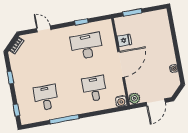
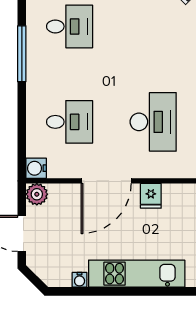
kitchen unit: (165, 40) -> (137, 274), added
door: (121, 64) -> (106, 181), hinge flipped

